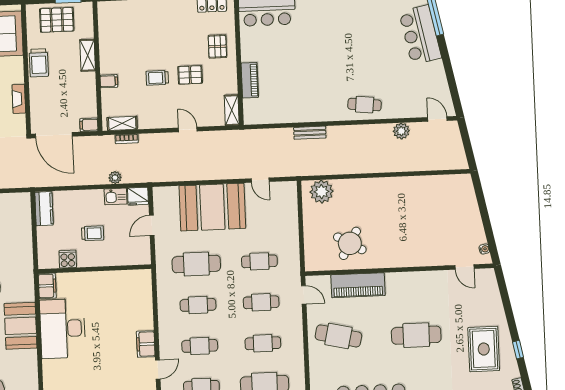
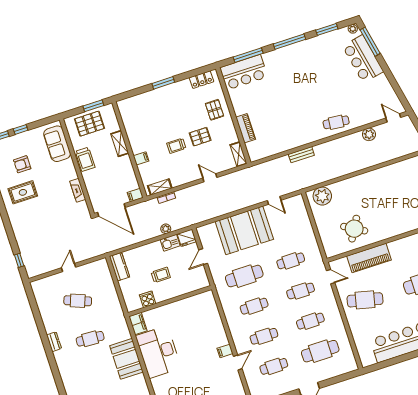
filing cabinet: (146, 344) -> (225, 351), width x0.50

